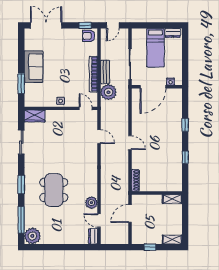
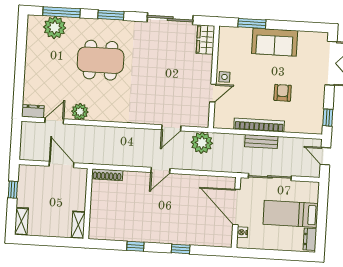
armchair: (89, 36) -> (283, 93), moved
plant: (108, 92) -> (202, 143), moved
door: (86, 108) -> (213, 93), moved
sliding door: (21, 142) -> (170, 19), width x1.37
plant: (32, 236) -> (55, 27), moved

